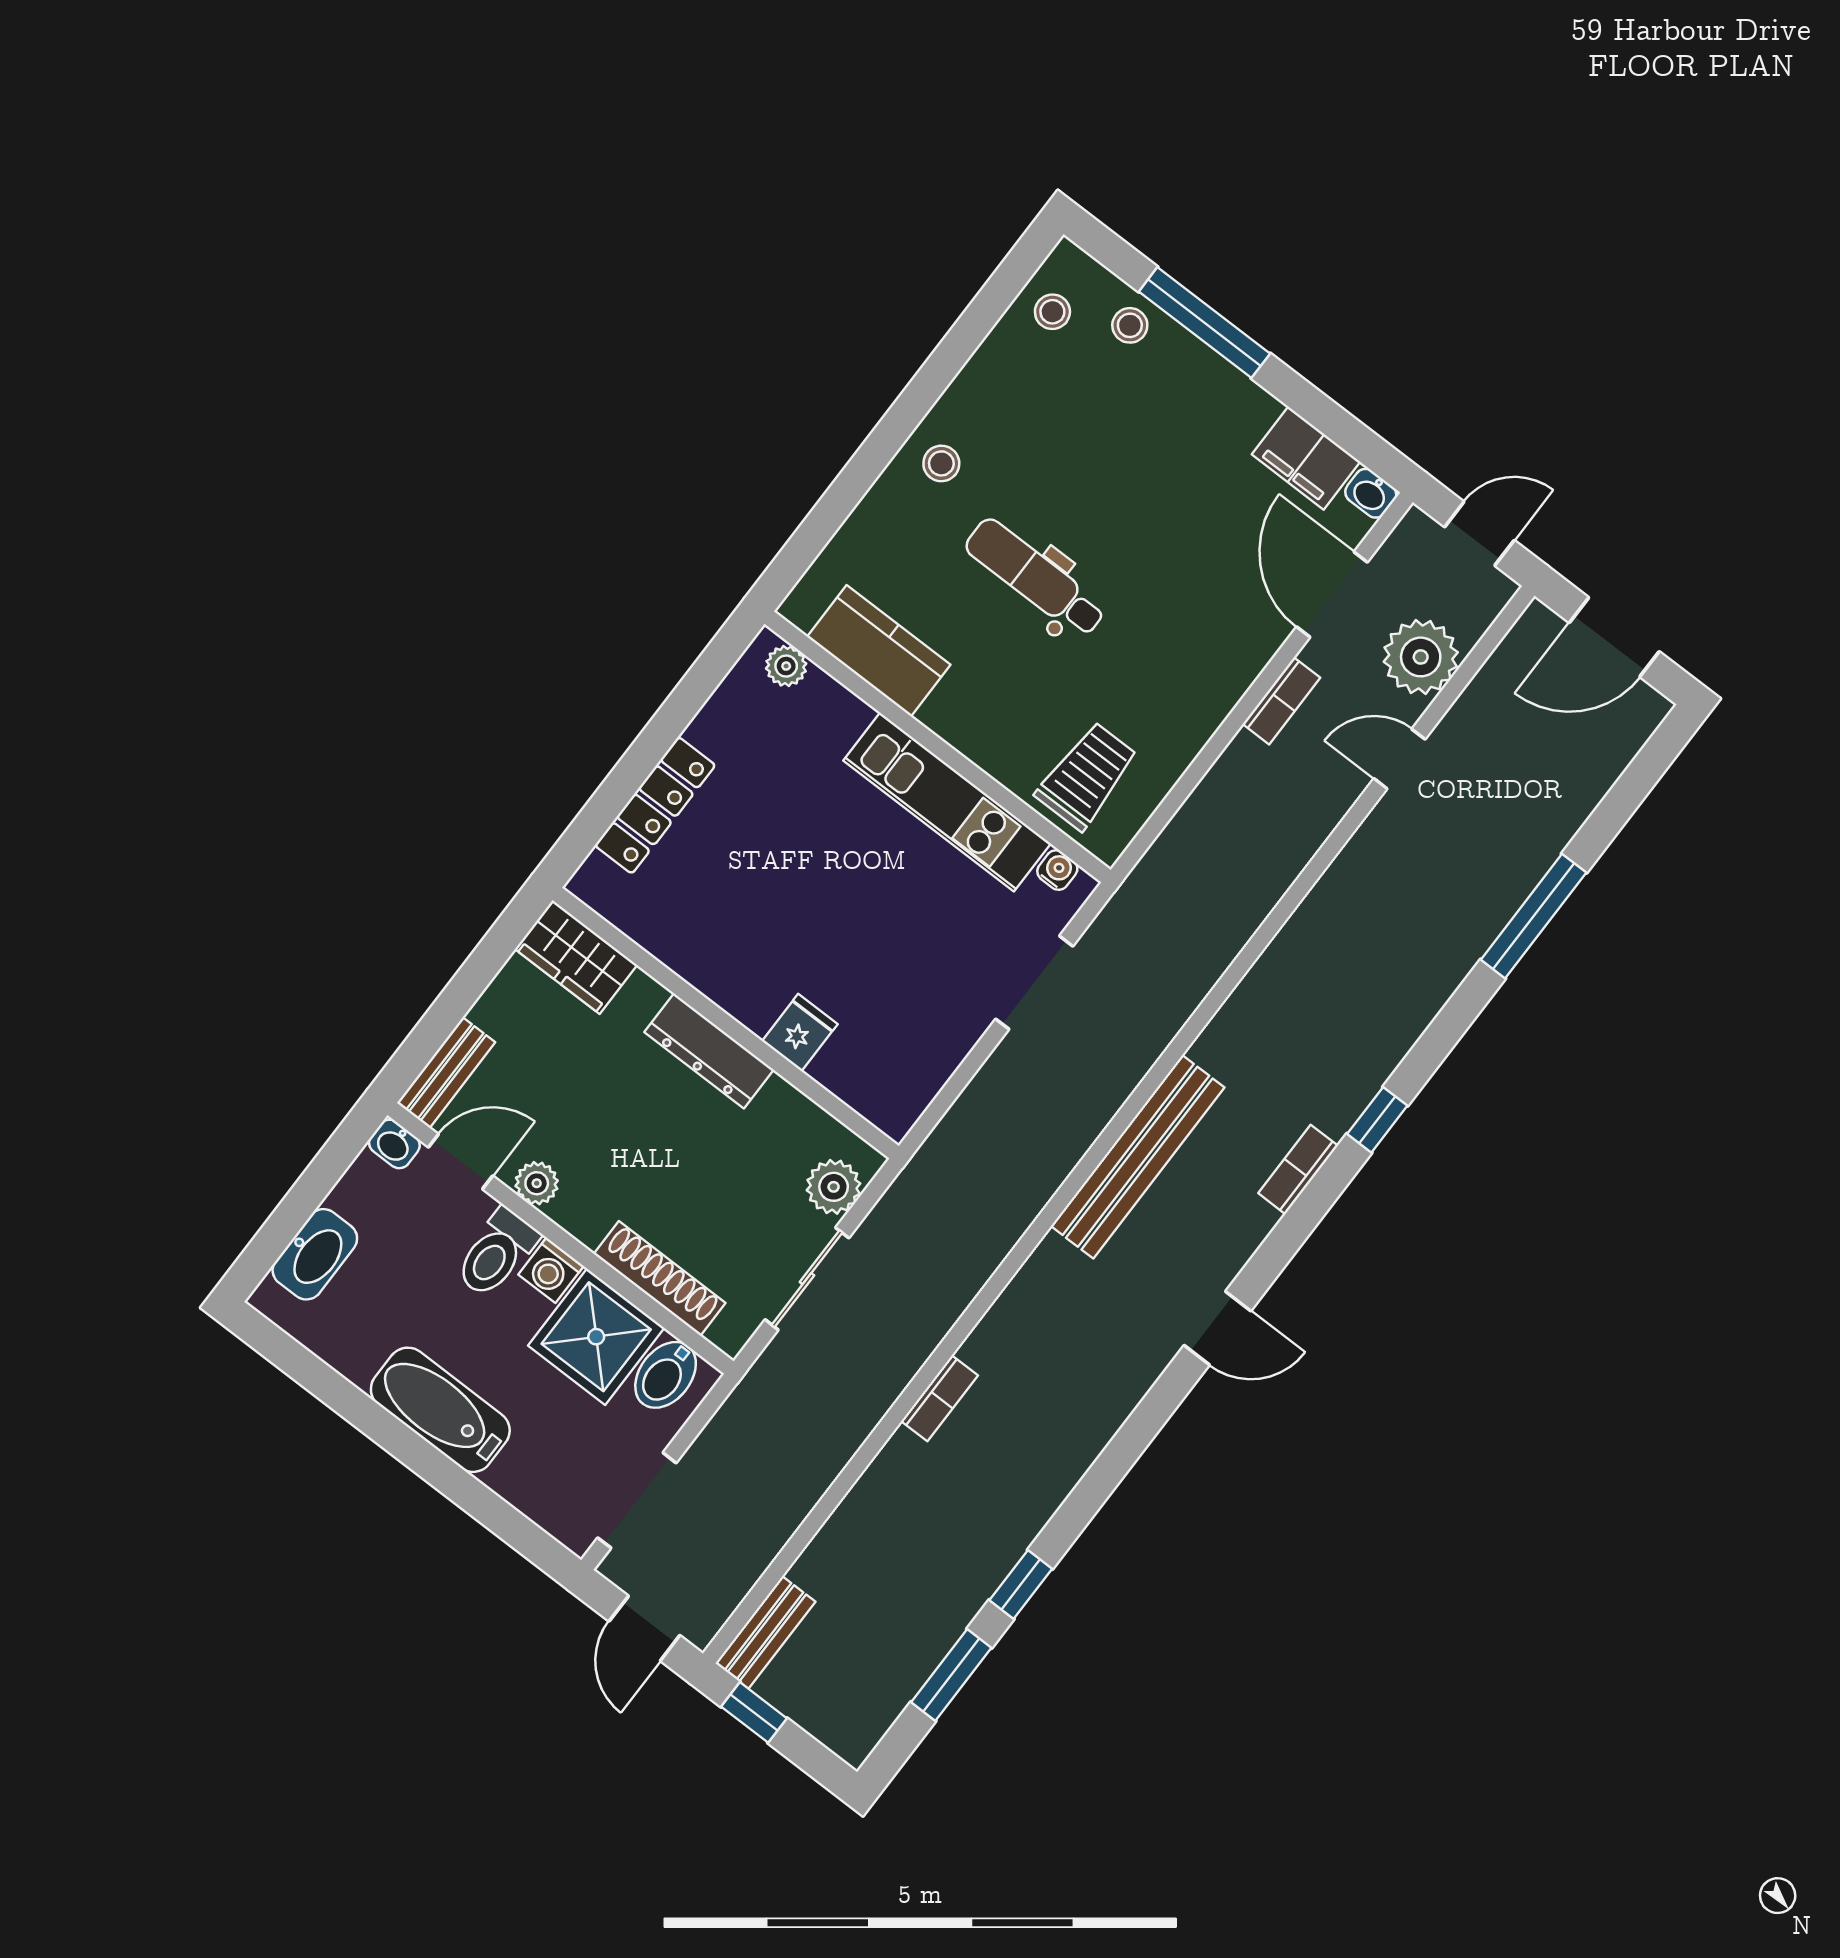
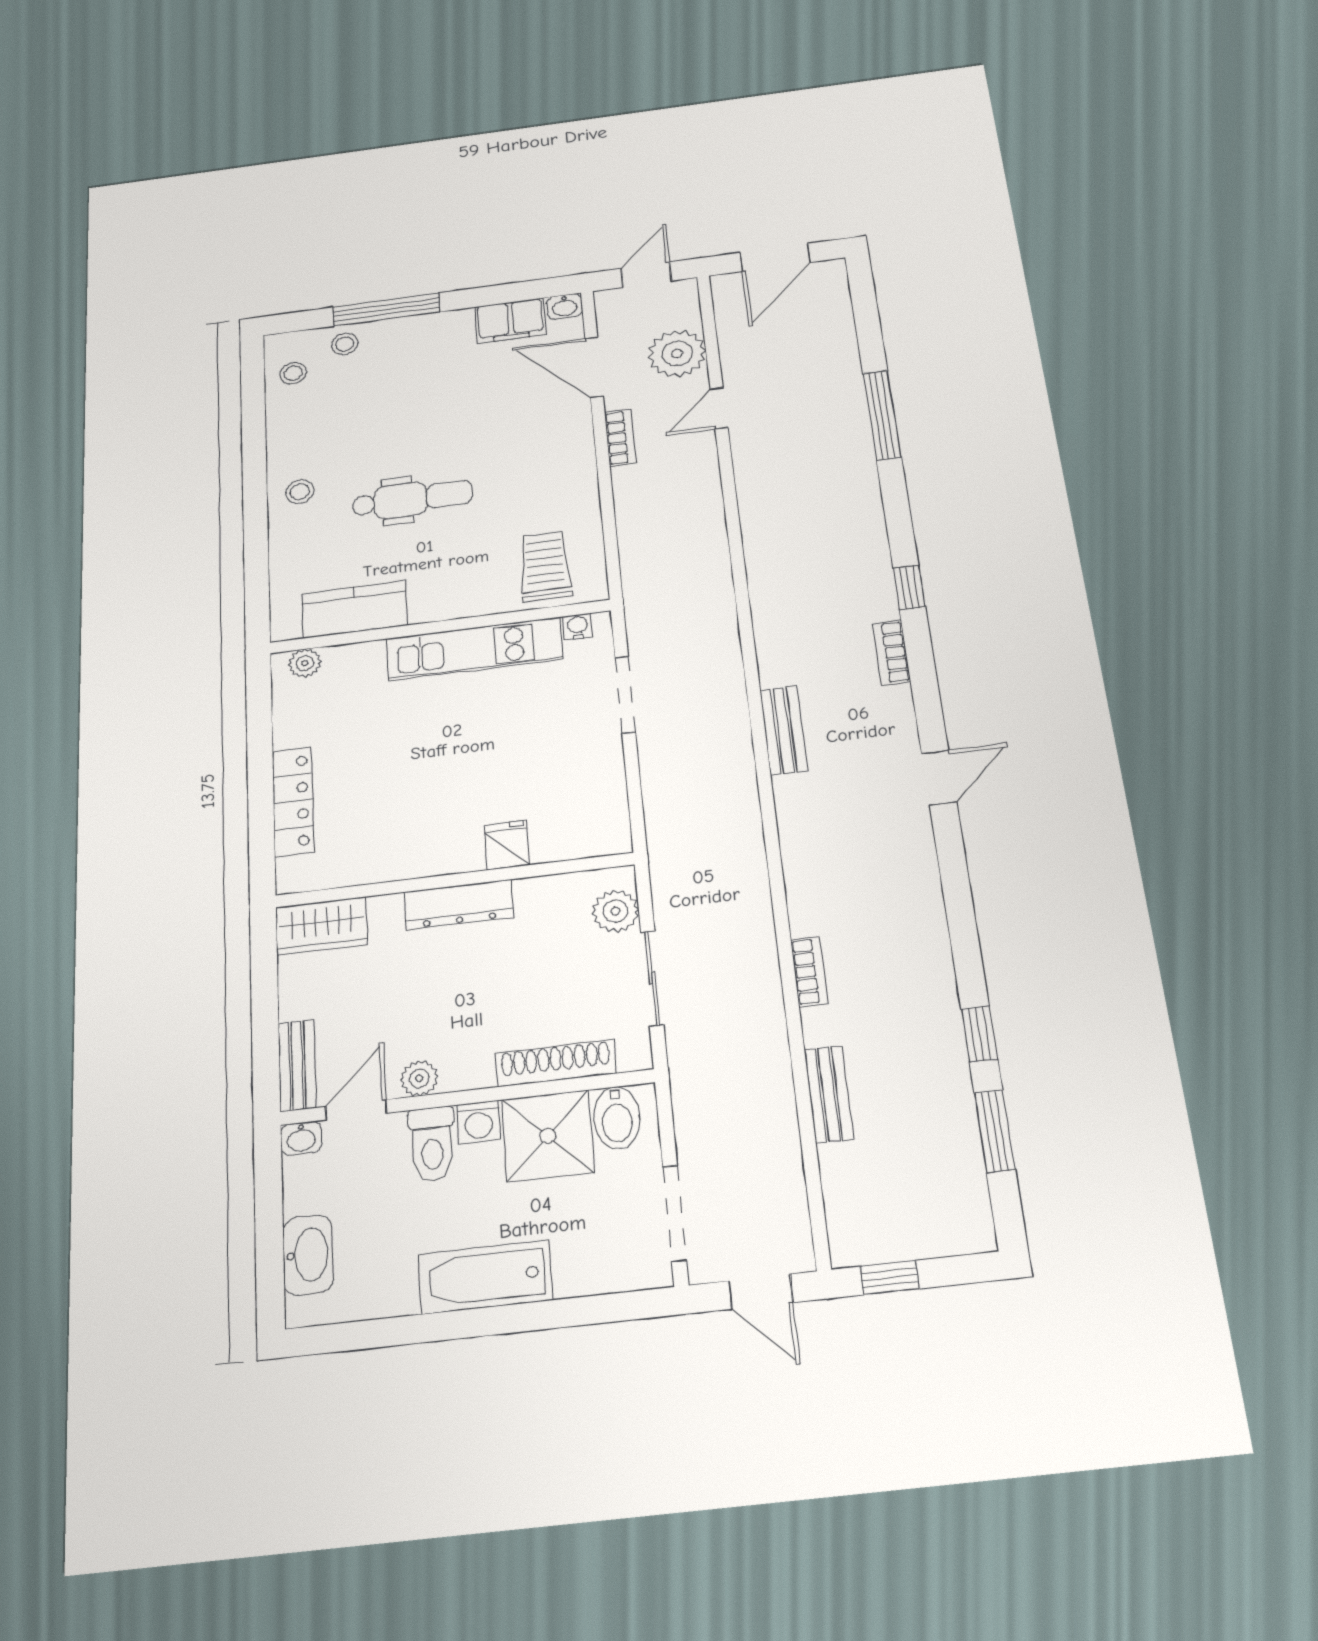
dental chair: (1035, 578) -> (412, 499), turned 180
bench: (1138, 1157) -> (784, 730), width x0.54, depth x0.82
bench: (765, 1632) -> (829, 1094), moved

